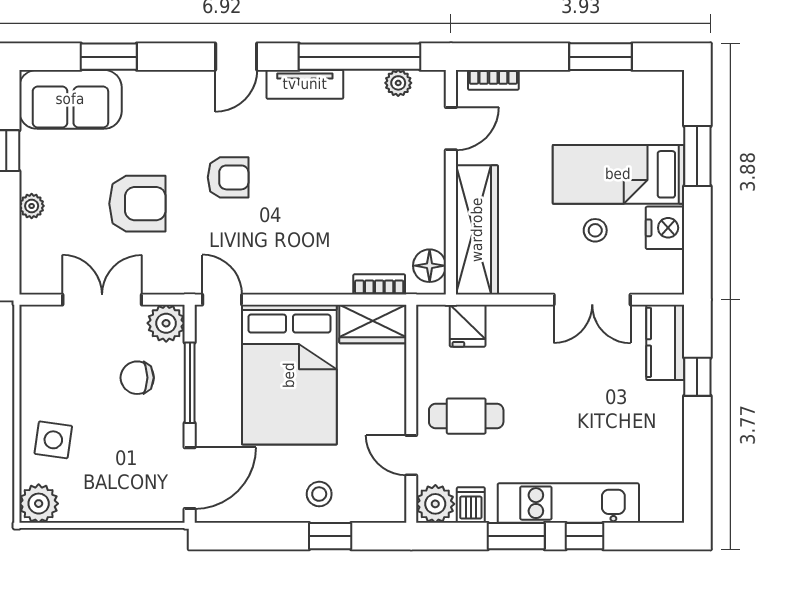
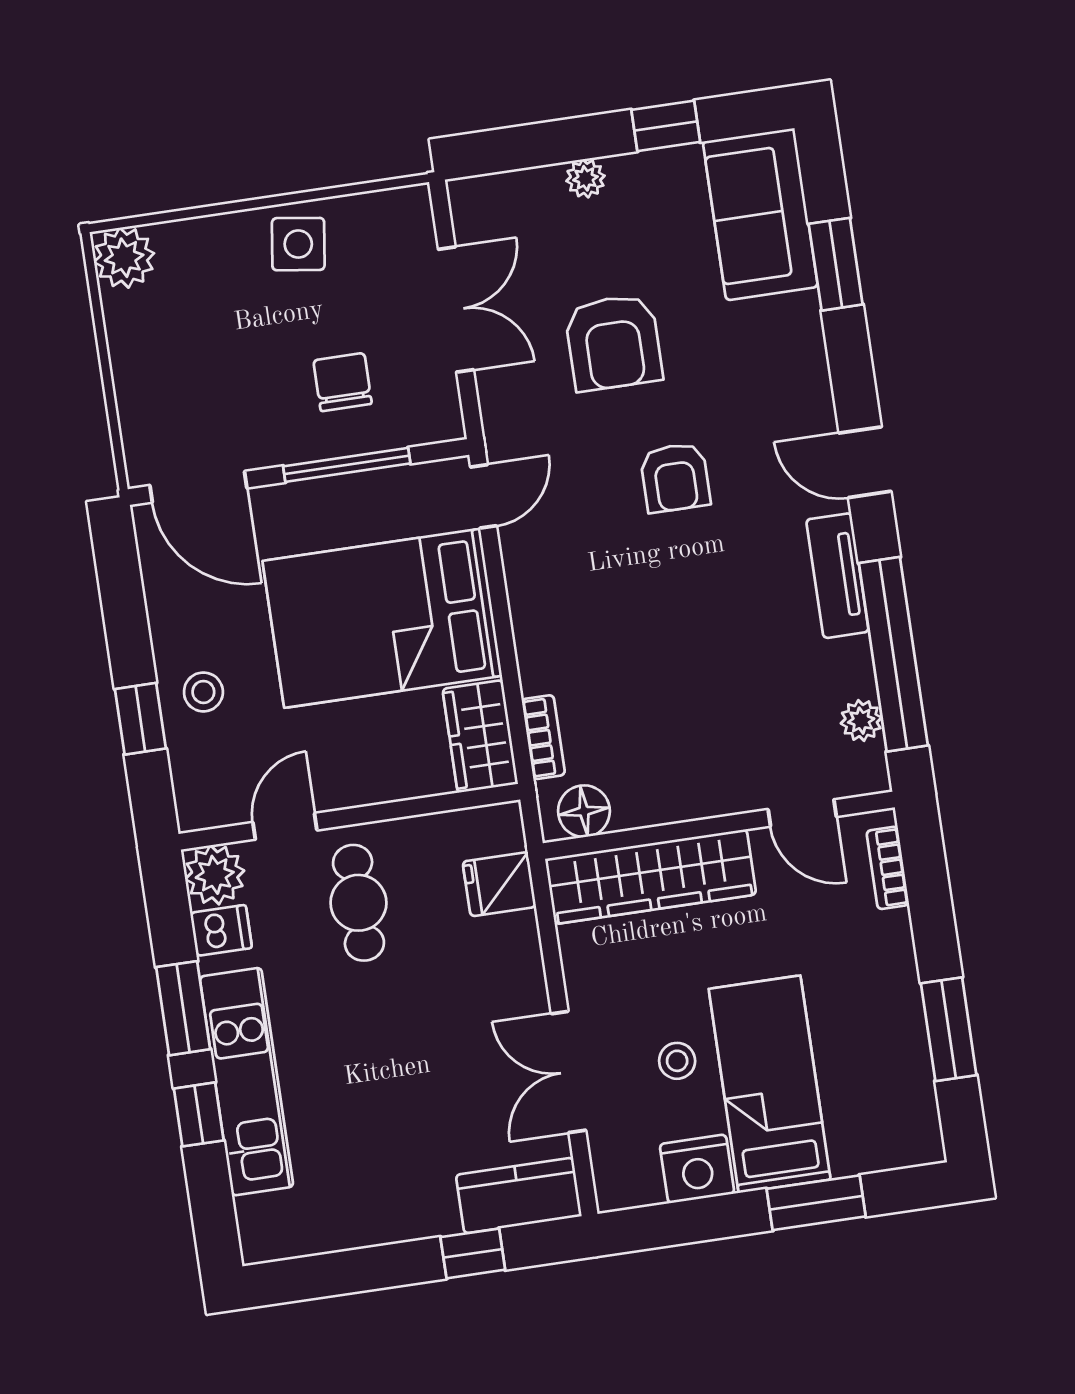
plant: (166, 323) -> (434, 414), removed
side table: (53, 440) -> (298, 244), moved

